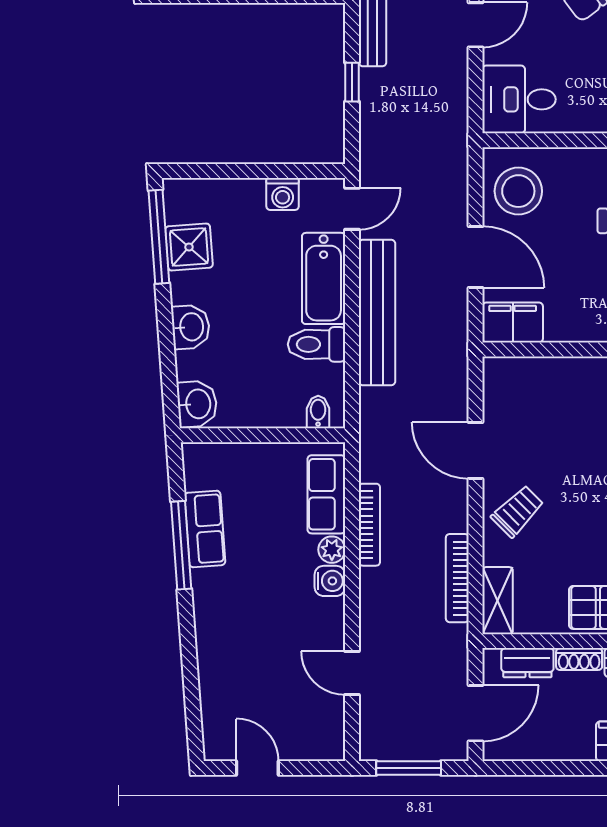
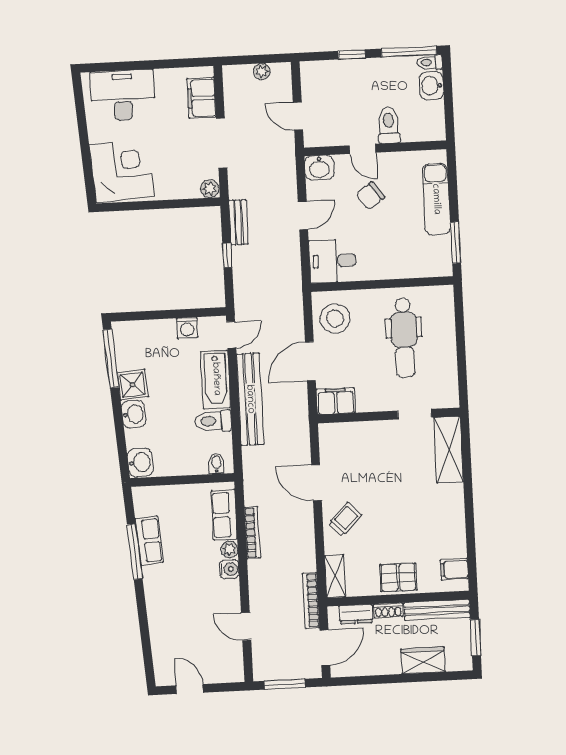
shower: (189, 247) -> (133, 385), moved
door: (476, 257) -> (310, 361), swing flipped
bookcase: (457, 578) -> (311, 601), moved

